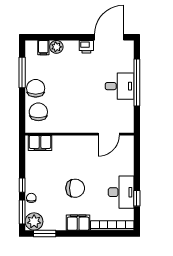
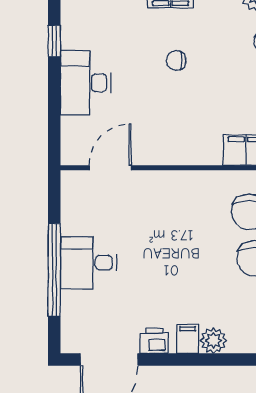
filing cabinet: (43, 48) -> (188, 339), moved
chair: (75, 188) -> (176, 61), width x0.54, depth x0.54
desk: (121, 192) -> (86, 83), moved

